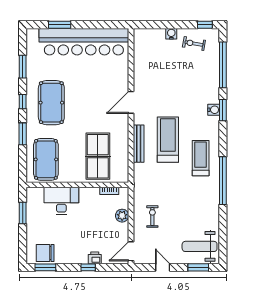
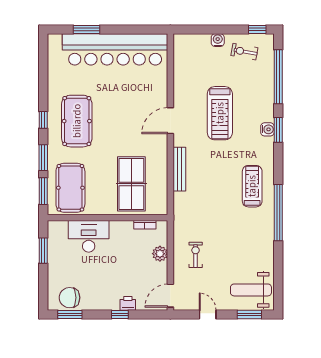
window: (23, 67) -> (43, 191), moved
treadmill: (168, 140) -> (220, 113), moved, turned 180

